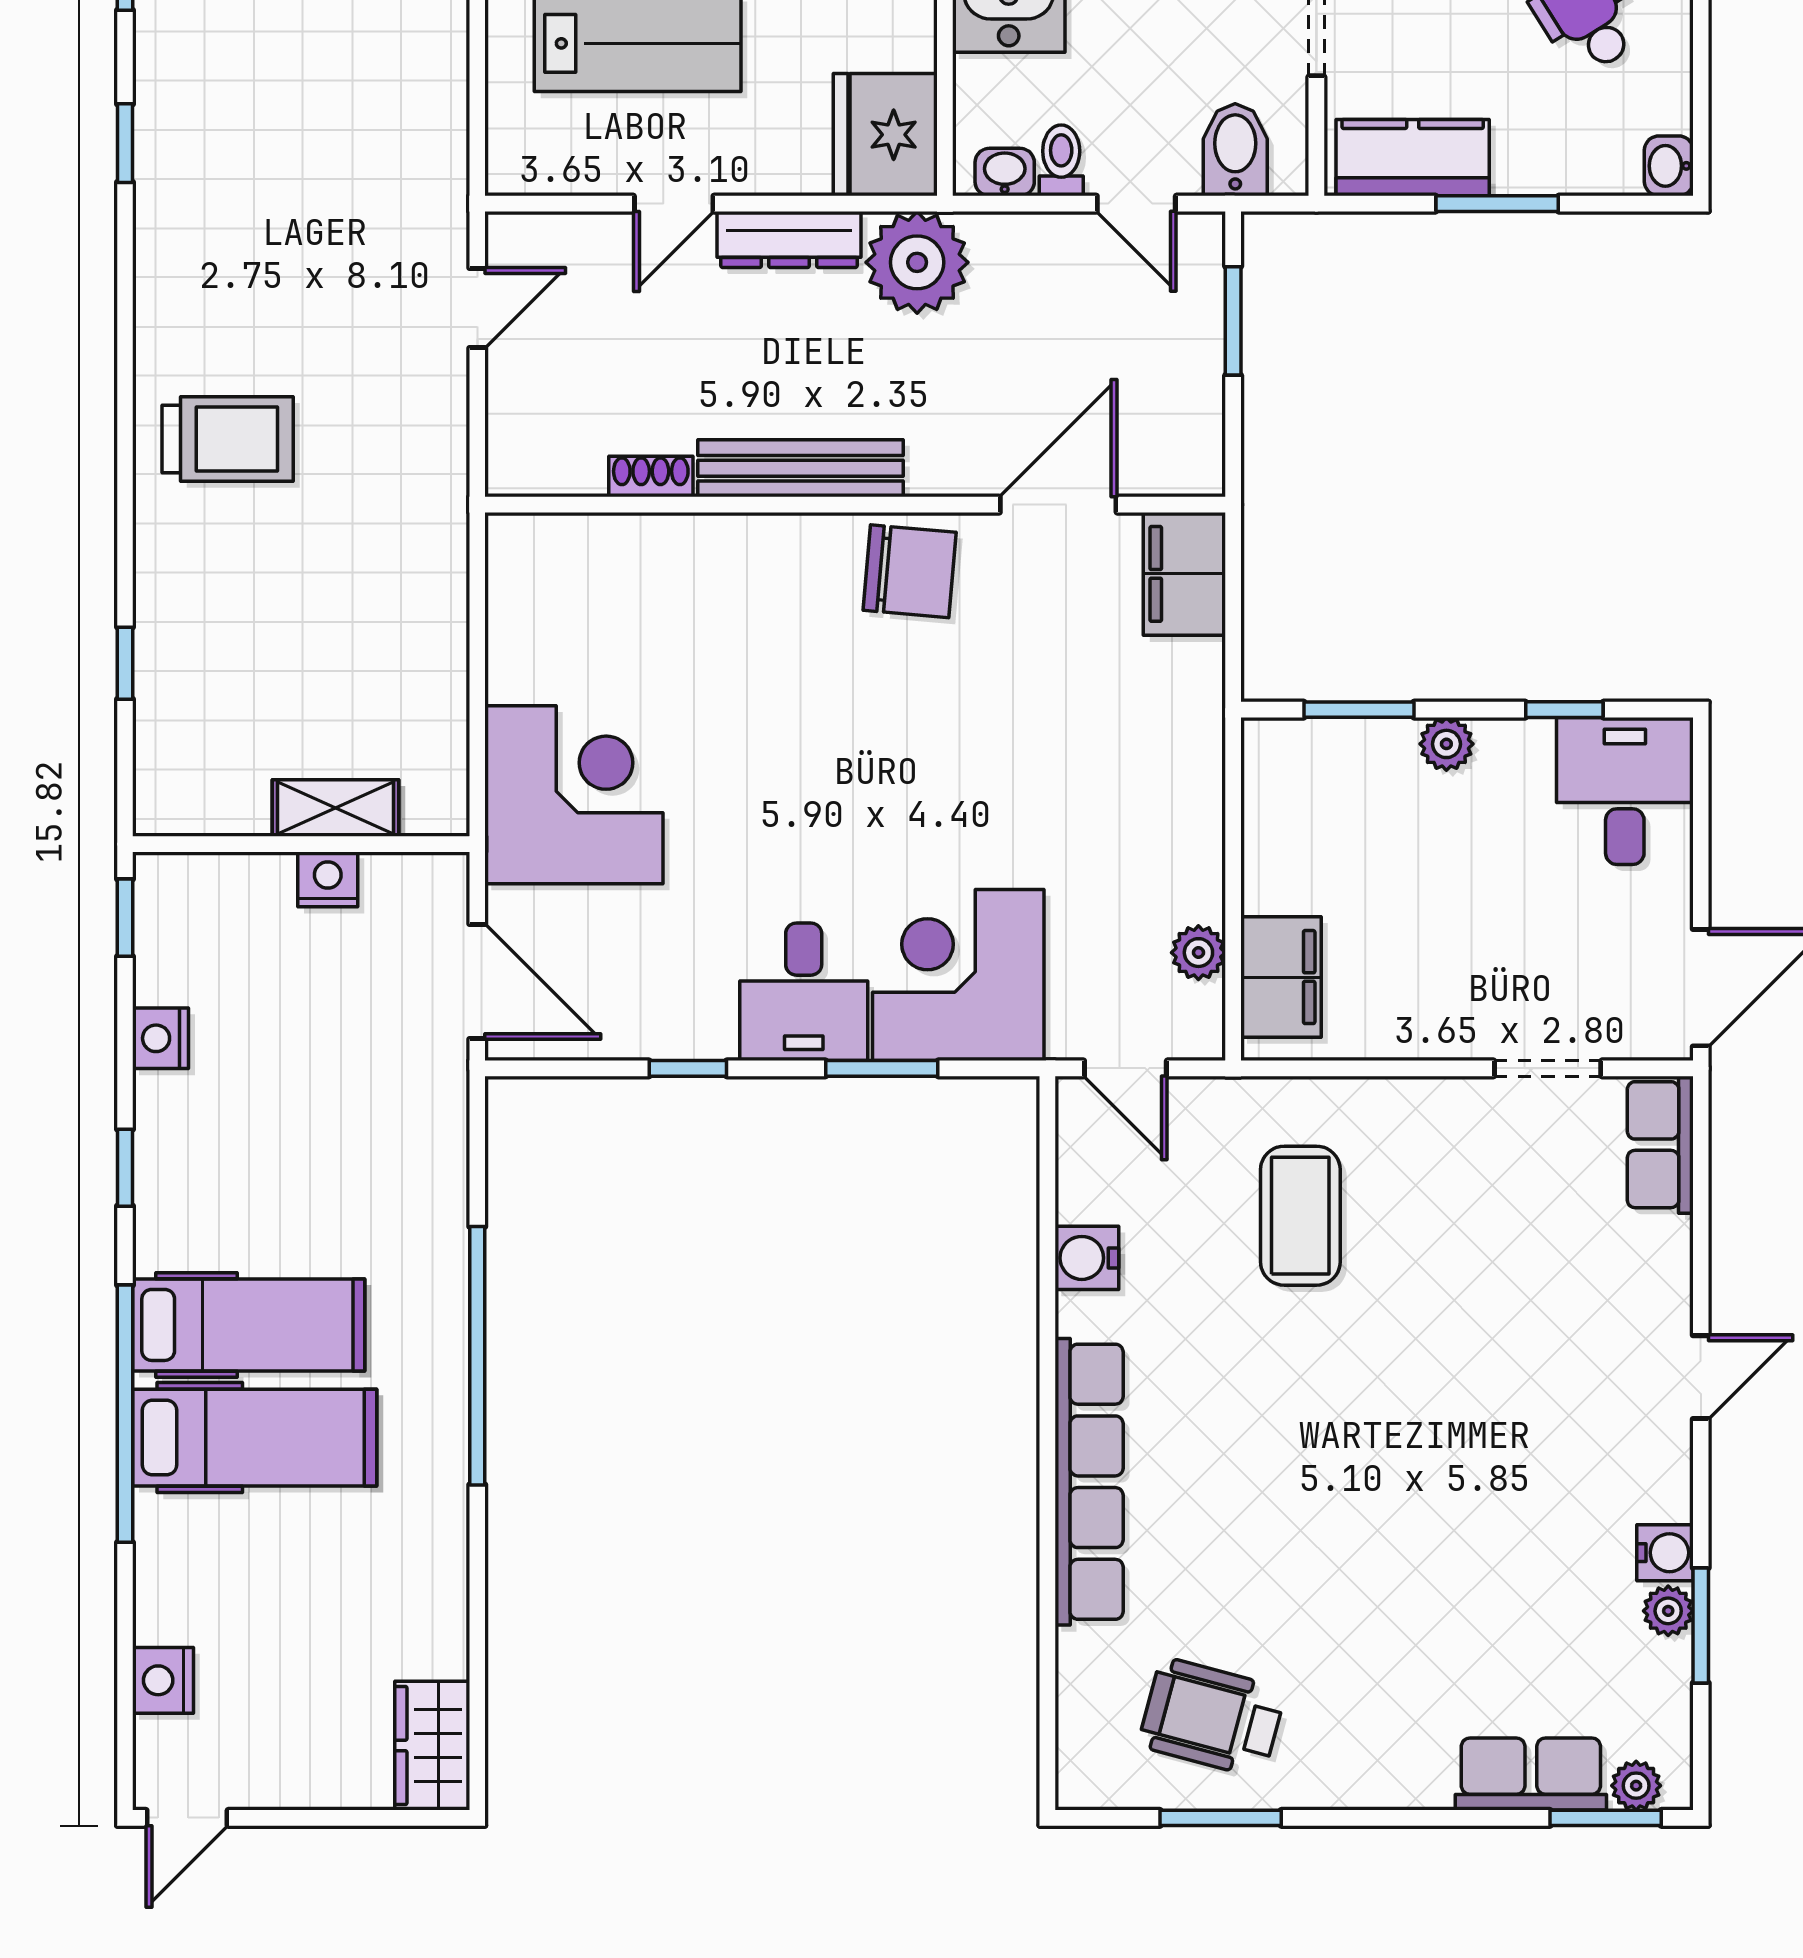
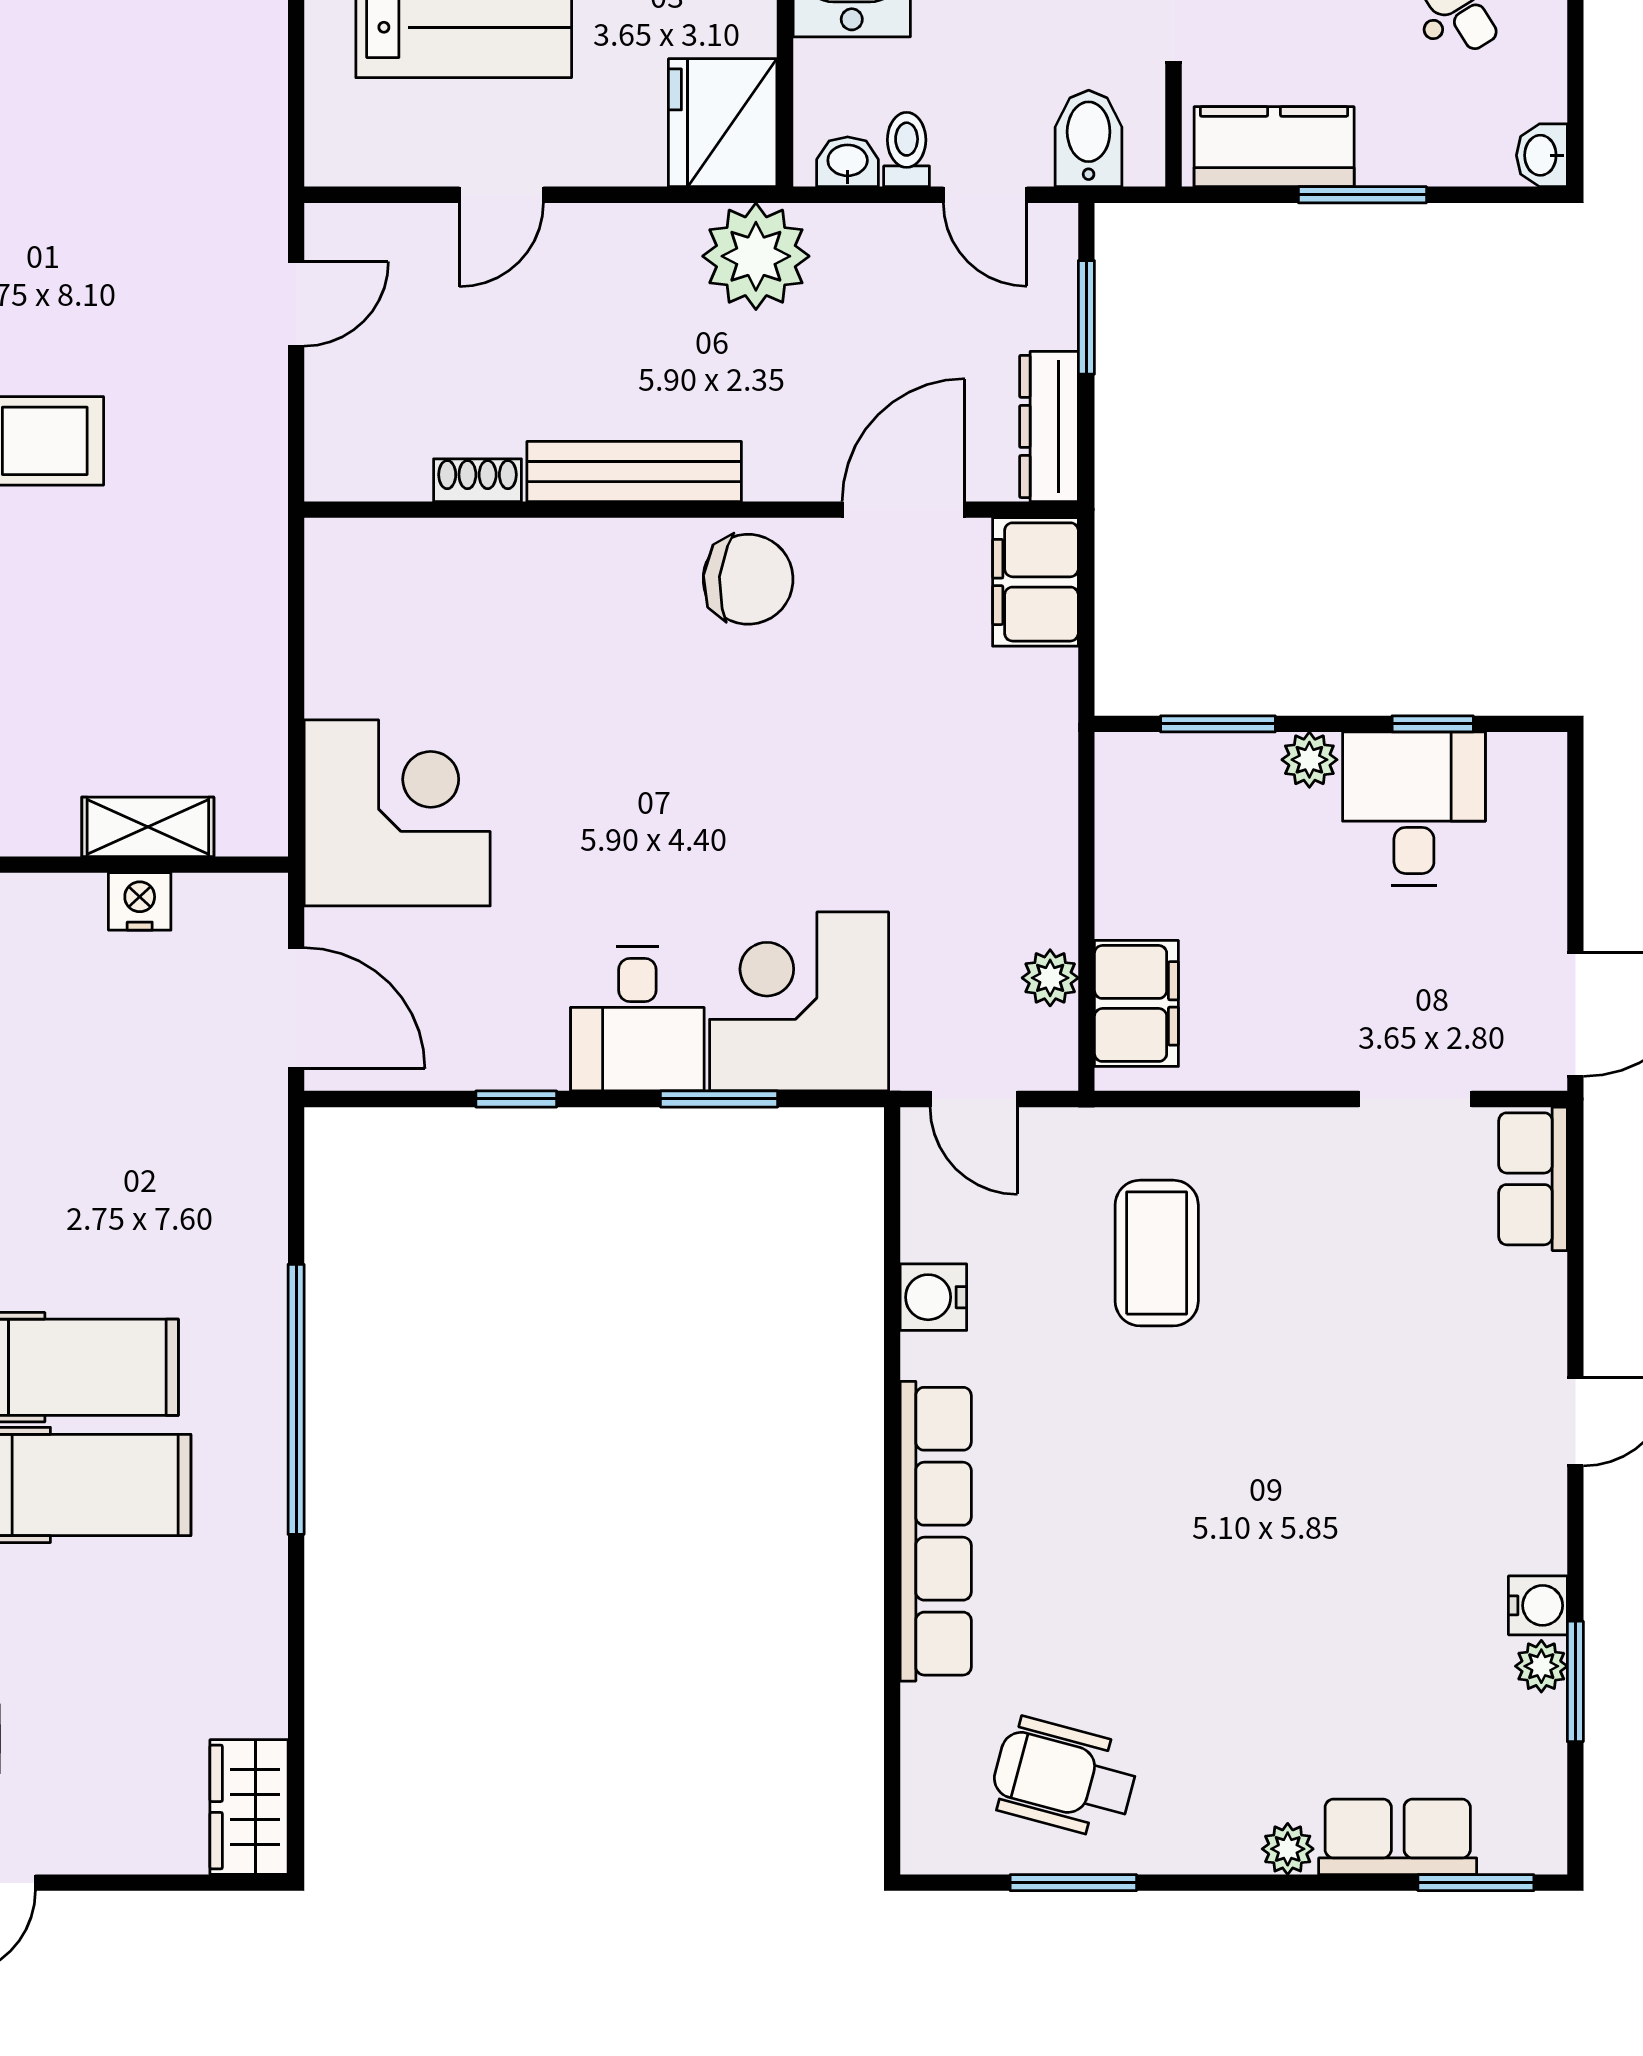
dresser: (789, 239) -> (1049, 426), moved, turned 90
desk: (1625, 791) -> (1414, 809), moved
plant: (1636, 1786) -> (1288, 1849), moved

